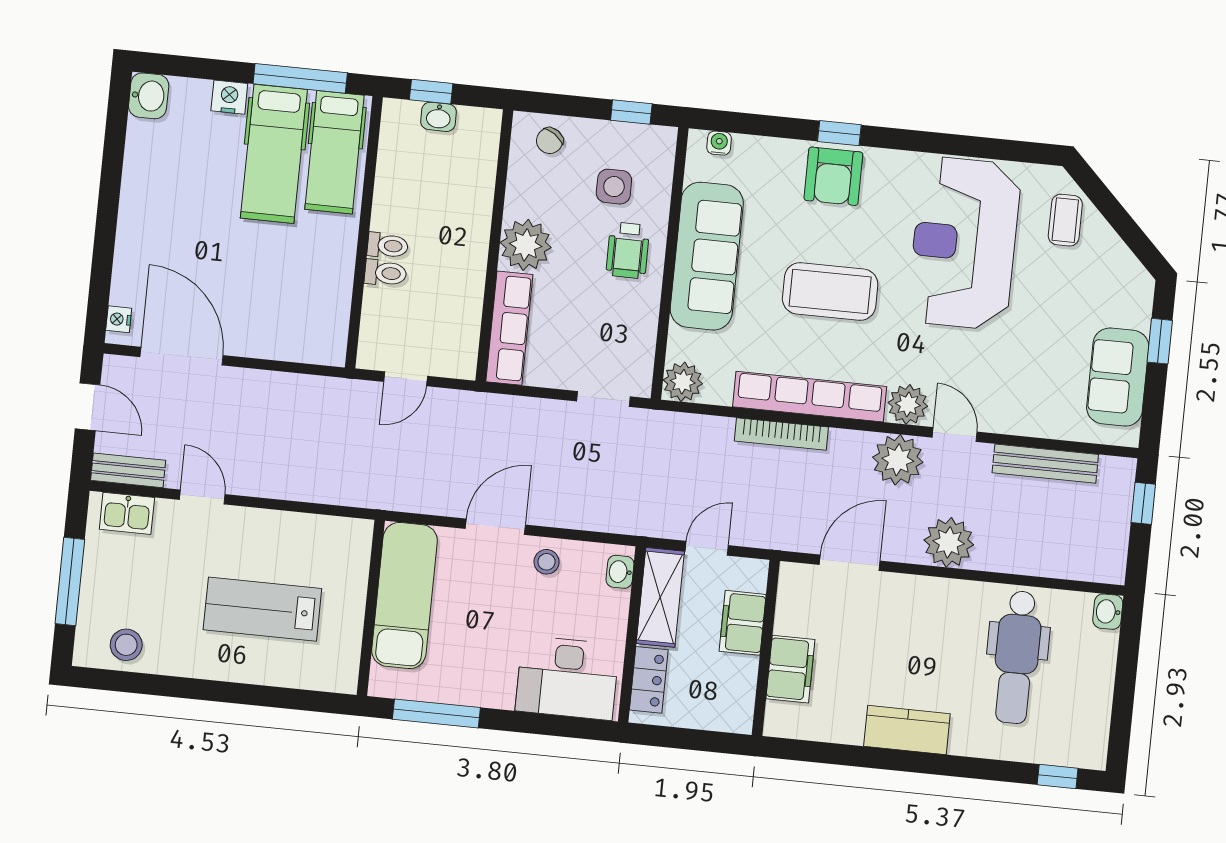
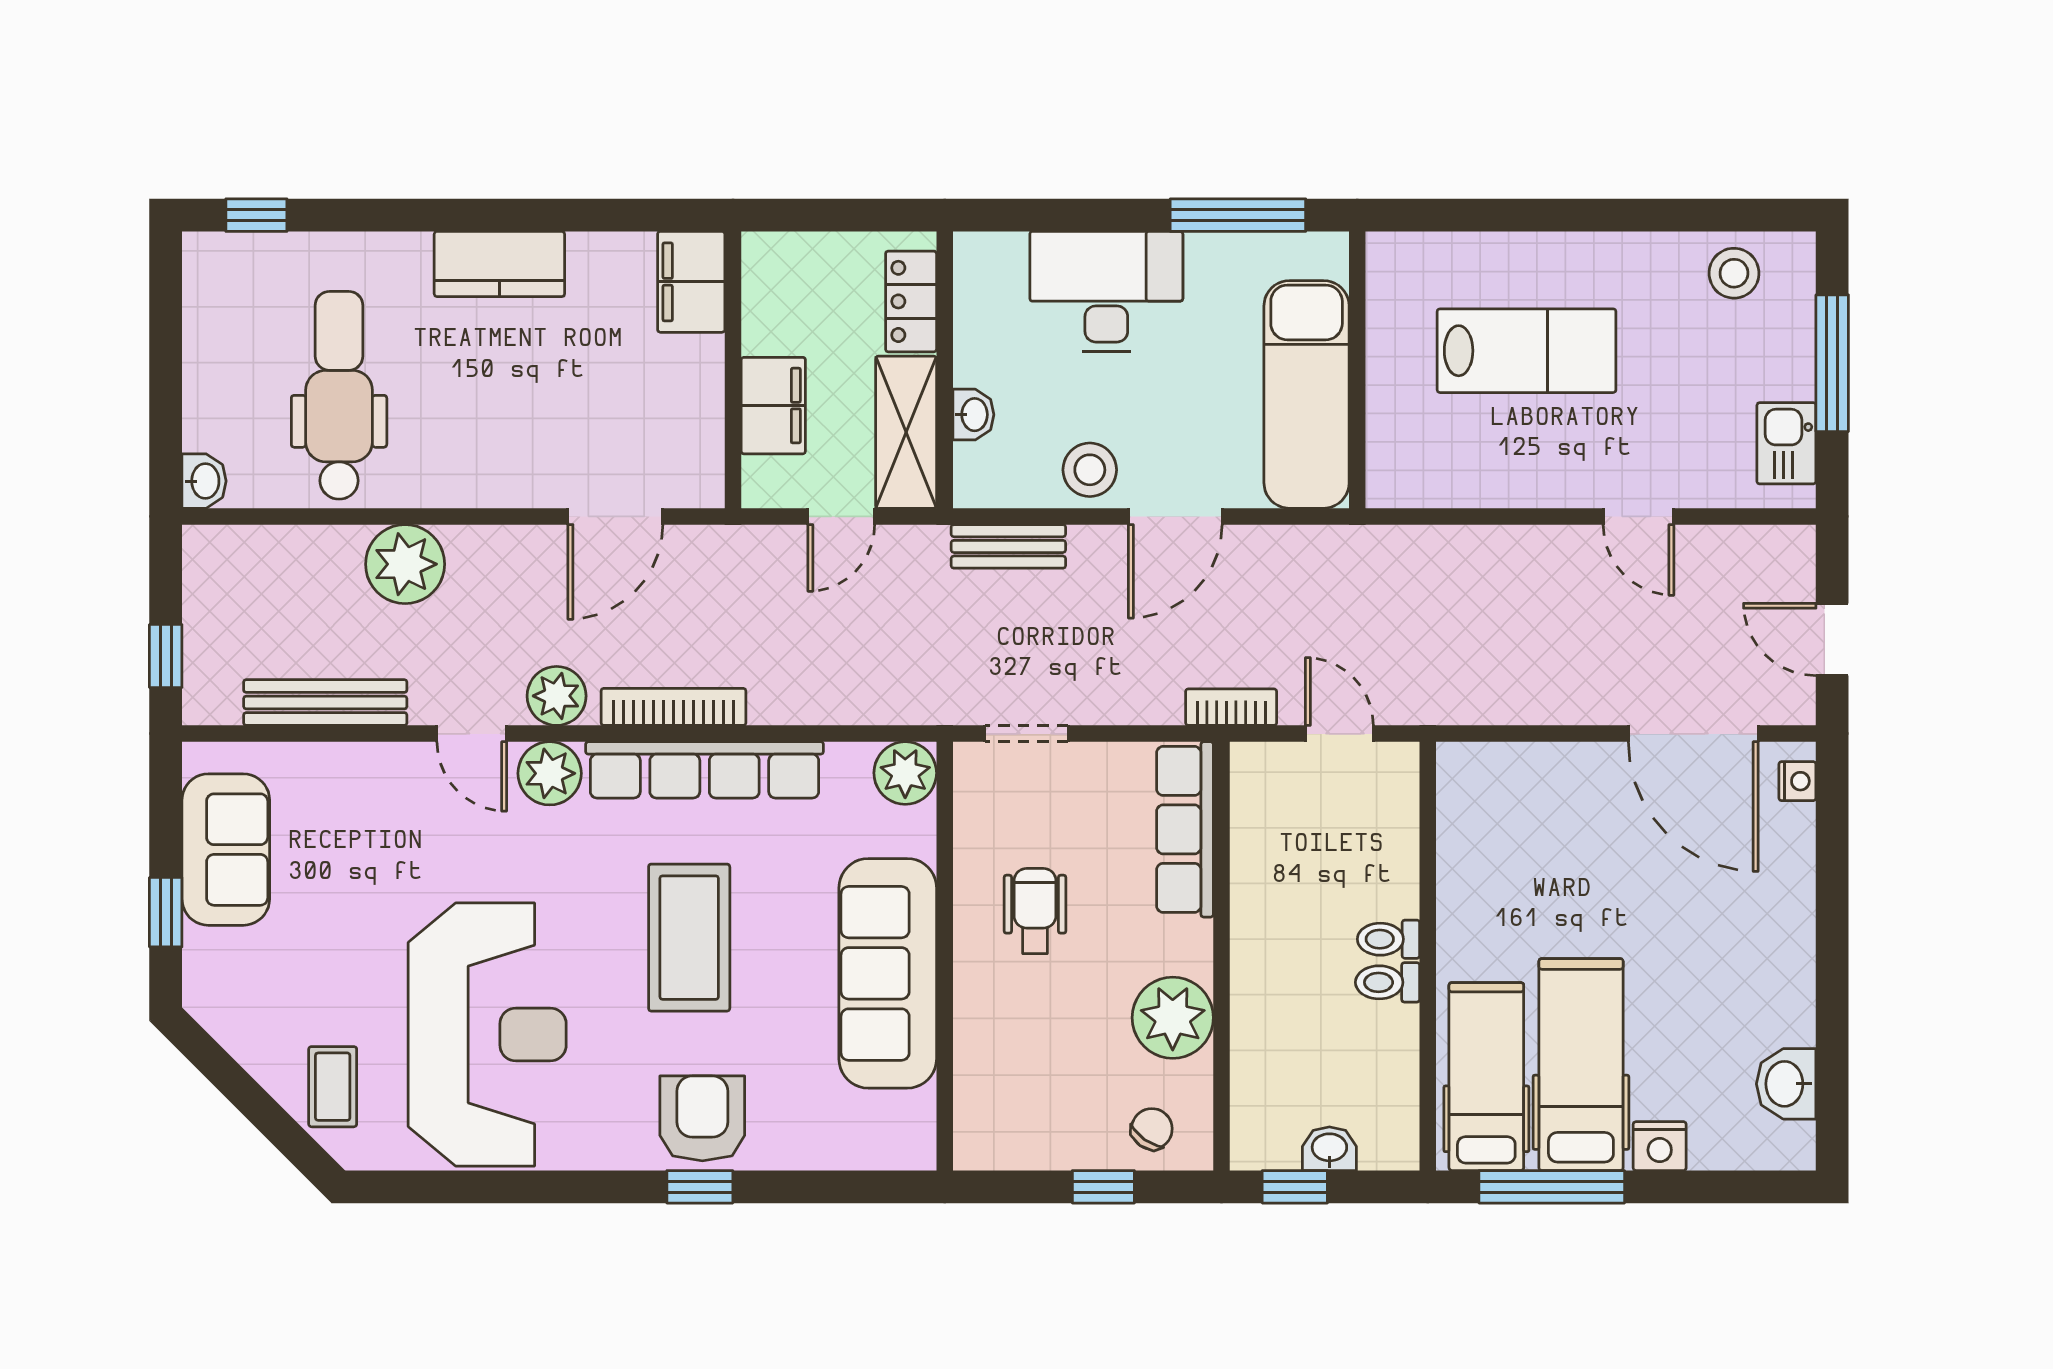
window: (431, 92) -> (1295, 1187), moved
washbasin: (149, 96) -> (1786, 1084), moved
window: (631, 112) -> (1103, 1187), moved
water cooler: (719, 143) -> (886, 1152), removed
side table: (614, 187) -> (1044, 1067), removed
plant: (526, 245) -> (1173, 1018), moved
wheelchair: (628, 250) -> (1035, 911), moved
toilet: (385, 273) -> (1388, 982), moved
coffee table: (830, 292) -> (689, 938), turned 90
door: (406, 379) -> (1339, 734), hinge flipped
bookcase: (472, 402) -> (1231, 707), added
bookcase: (781, 434) -> (674, 707), moved
plant: (898, 460) -> (557, 696), width x0.73, depth x0.73
bench: (128, 470) -> (1008, 546), moved
kitchen sink: (127, 513) -> (1786, 443), moved, turned -90
plant: (949, 542) -> (405, 564), moved
stool: (547, 562) -> (1090, 470), width x1.37, depth x1.37
washbasin: (620, 572) -> (973, 415), moved
filing cabinet: (790, 669) -> (691, 282), moved
desk: (567, 678) -> (1106, 292), moved

